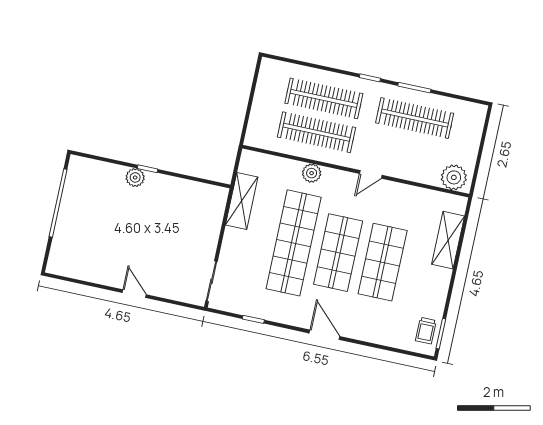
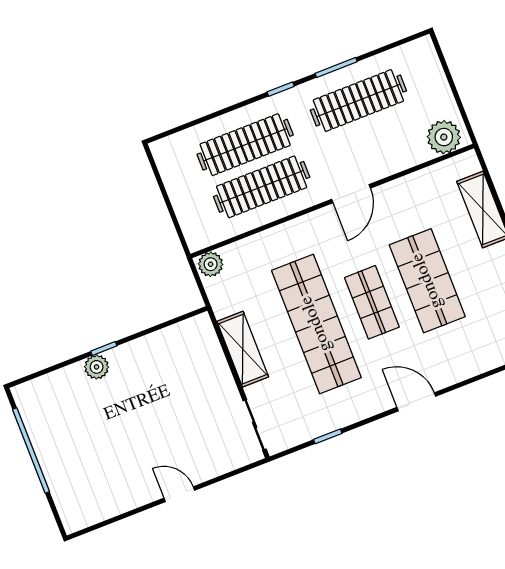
plant: (312, 173) -> (211, 264), moved
door: (371, 174) -> (351, 194), width x1.38
shelving: (242, 201) -> (243, 349), moved
shop shelf: (338, 253) -> (372, 302), width x0.70, depth x0.74

